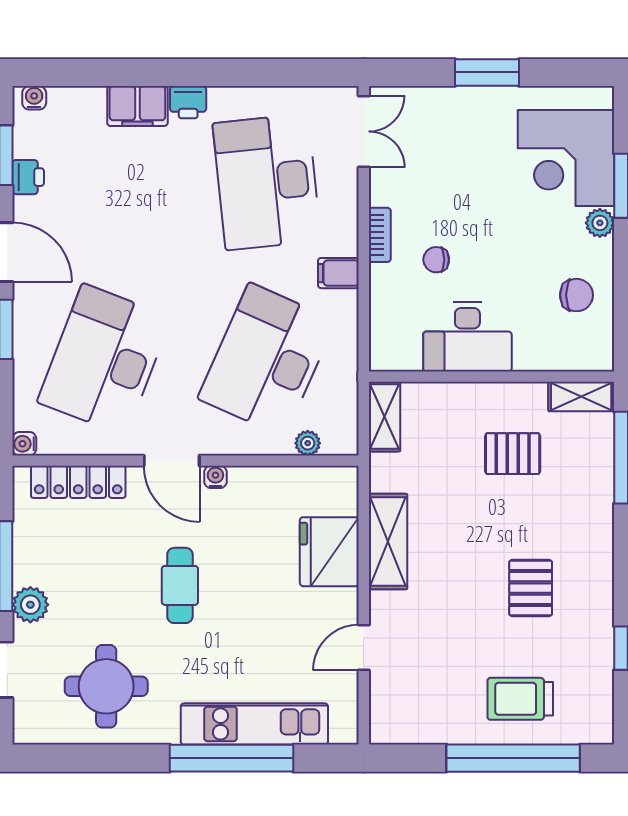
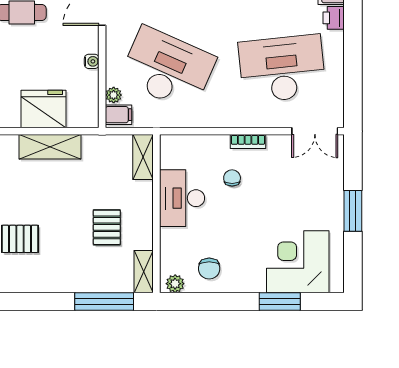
plant: (600, 223) -> (175, 284), moved
filing cabinet: (338, 273) -> (119, 115), moved, turned 90
shelving: (384, 417) -> (143, 157), moved, turned 90
water cooler: (215, 477) -> (92, 61), moved

